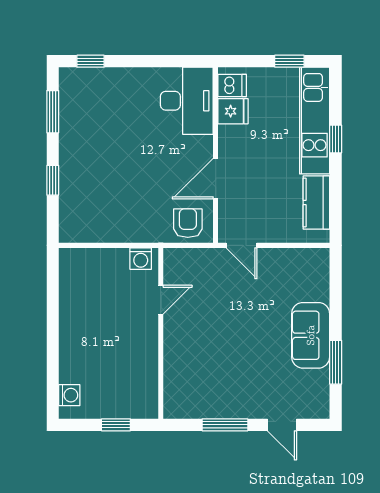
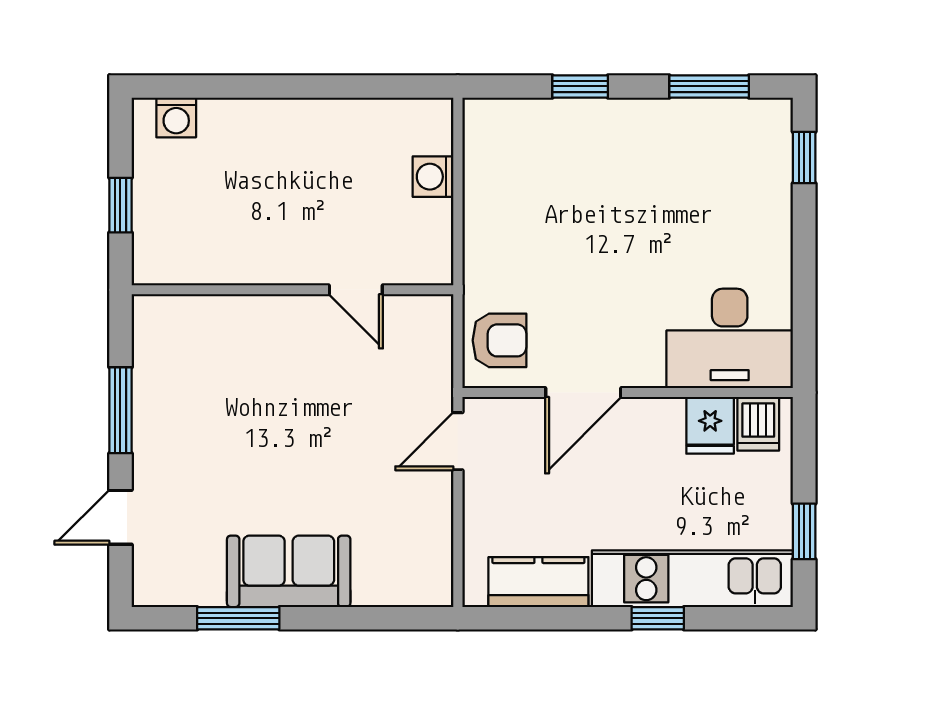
door: (216, 179) -> (583, 393), swing flipped
washing machine: (141, 259) -> (433, 177), moved

